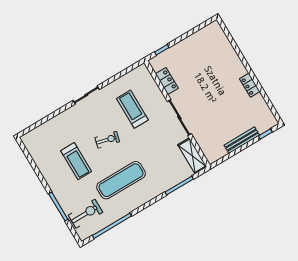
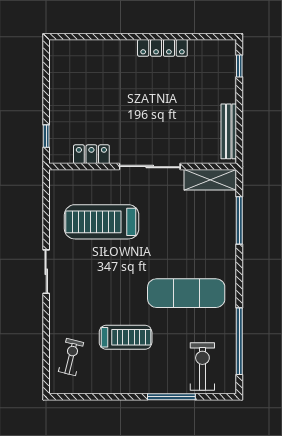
locker: (250, 85) -> (162, 48), width x1.53
treadmill: (132, 109) -> (102, 222), width x1.37, depth x1.38
exercise bike: (107, 140) -> (71, 357), moved
bench: (242, 140) -> (229, 131), moved
exercise mat: (121, 180) -> (186, 293), turned 90

